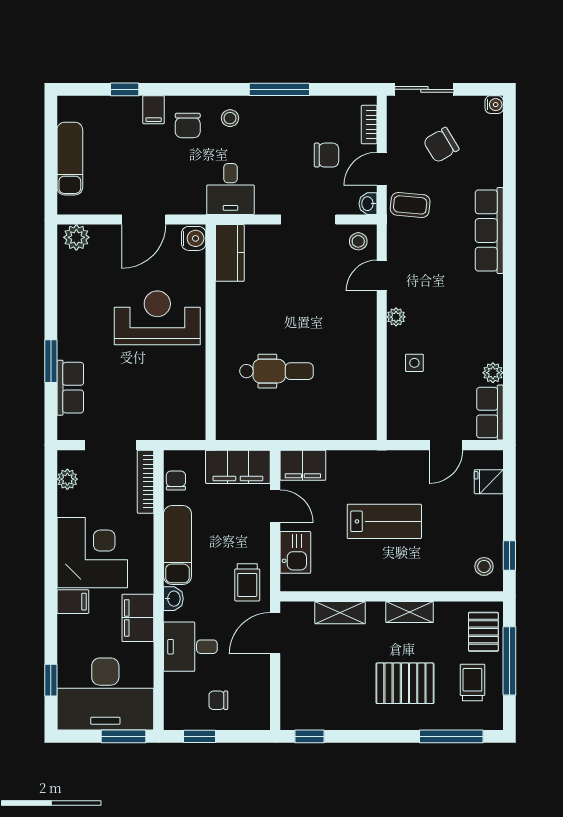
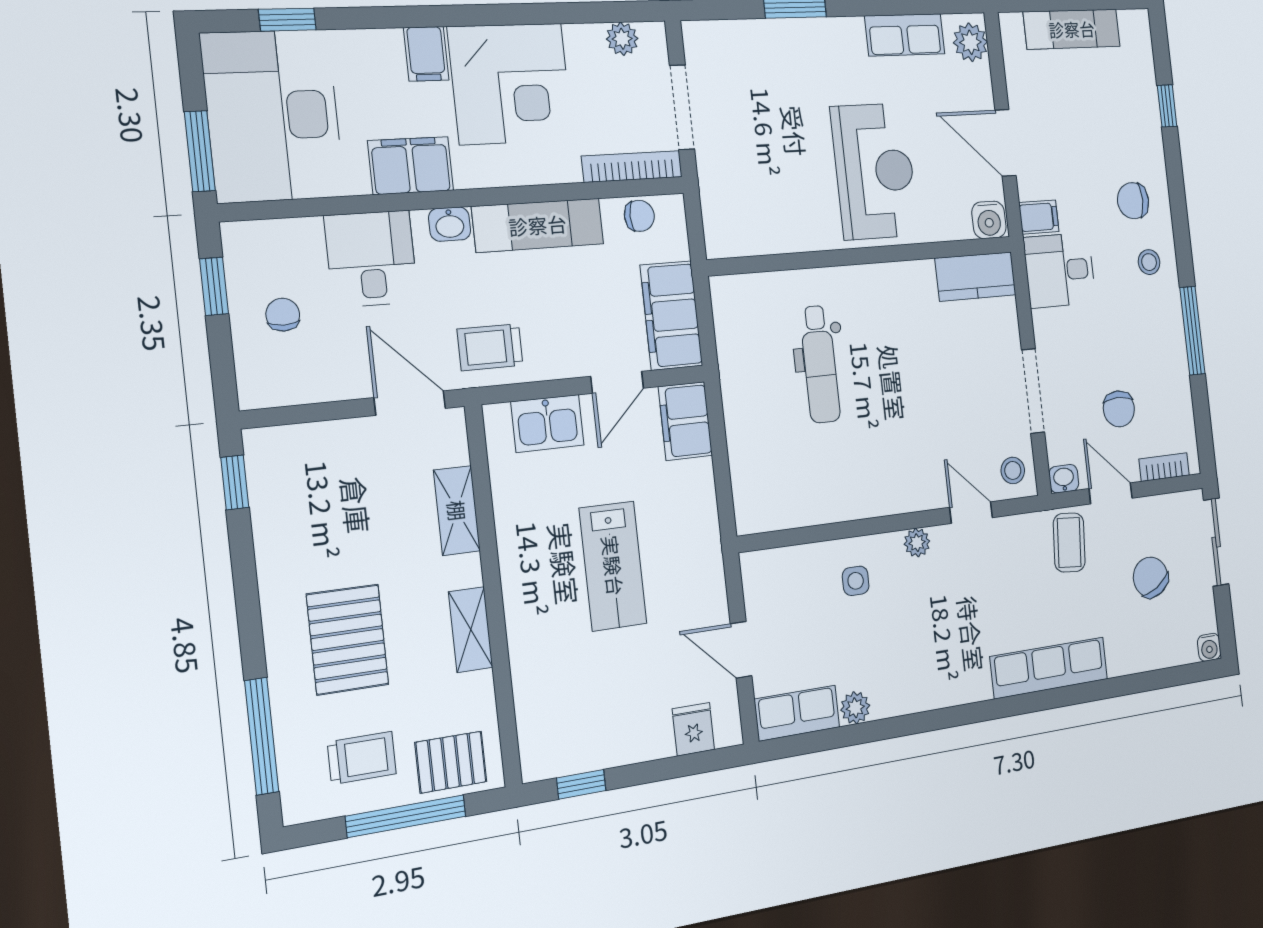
filing cabinet: (154, 110) -> (1039, 217), moved, turned 180
row of seats: (70, 388) -> (905, 35), moved
stool: (484, 566) -> (559, 744), removed

